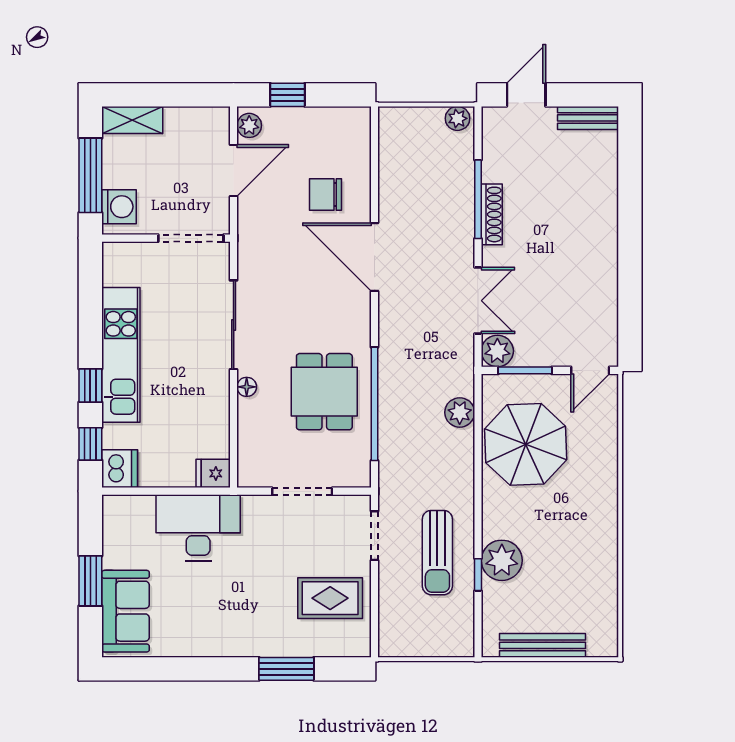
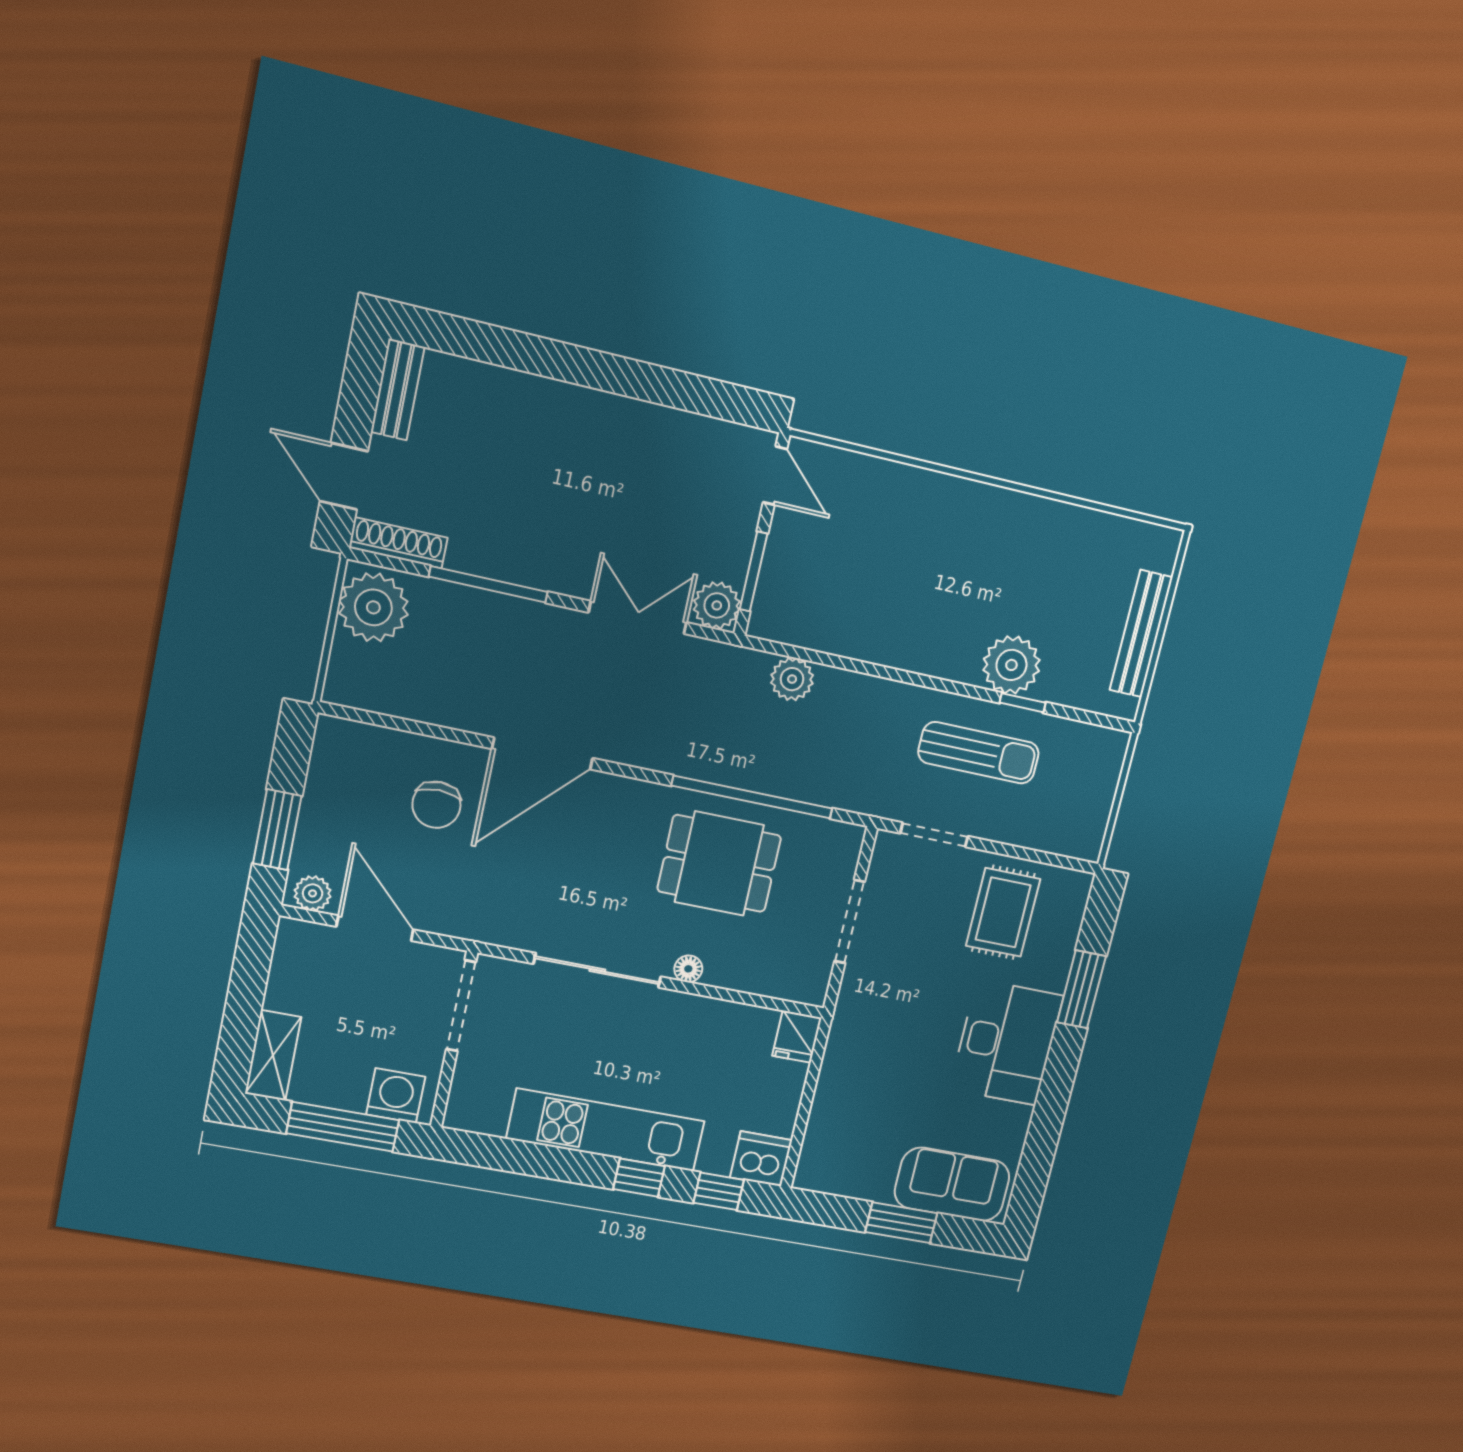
window: (288, 95) -> (277, 830), width x1.50
plant: (457, 118) -> (373, 607), width x1.87, depth x1.87
shoe rack: (492, 214) -> (398, 543), moved
parasol: (526, 444) -> (859, 595), removed
desk: (198, 528) -> (1006, 1043), moved, turned 180

